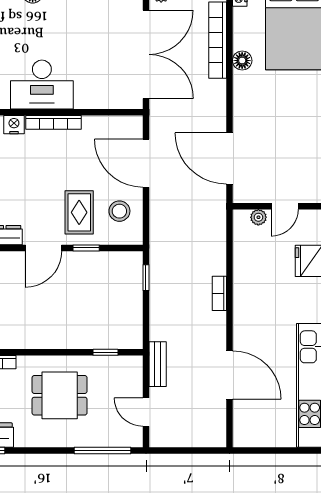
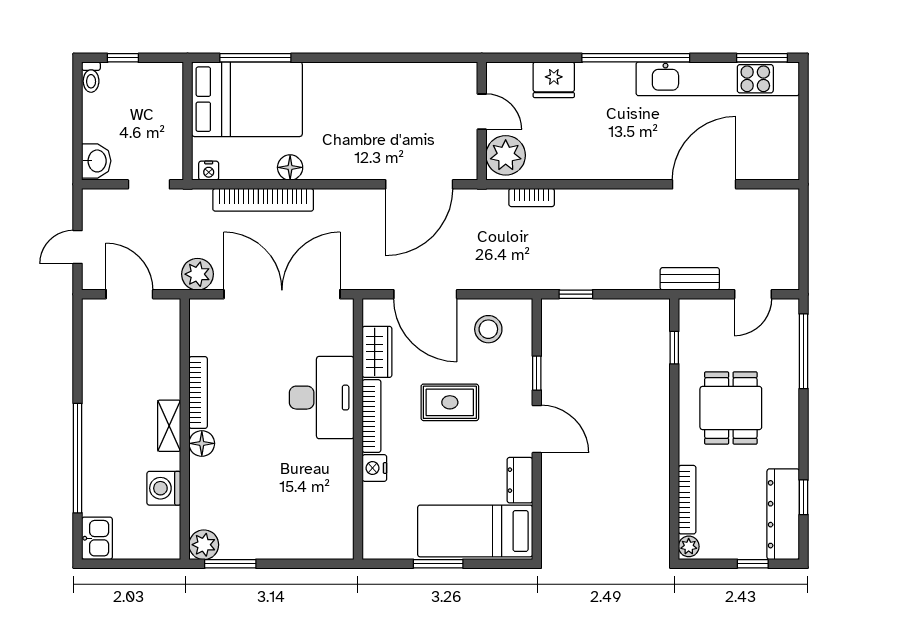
desk: (42, 85) -> (322, 398), moved
wardrobe: (102, 127) -> (377, 352), added
door: (146, 163) -> (425, 294), hinge flipped
rug: (79, 212) -> (450, 402), moved
plant: (258, 217) -> (506, 155), width x1.88, depth x1.88
bookcase: (219, 293) -> (532, 197), moved

